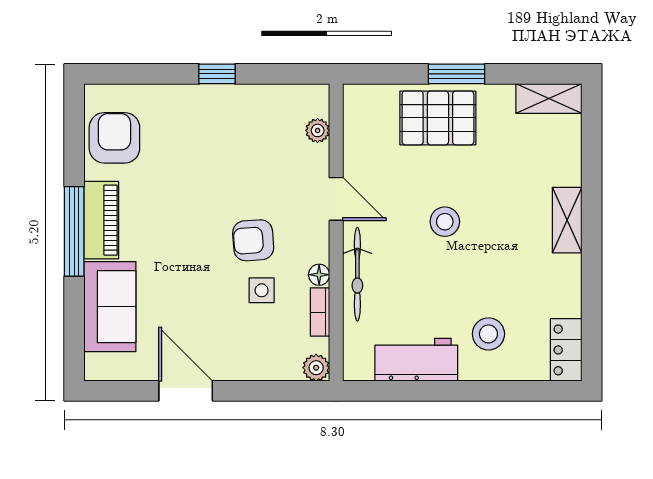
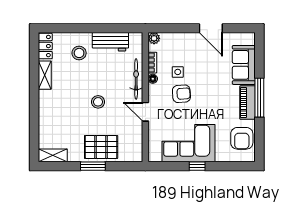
corner sofa: (237, 127) -> (188, 143), added
plant: (318, 130) -> (153, 142), removed
shelving: (567, 220) -> (45, 75), moved

